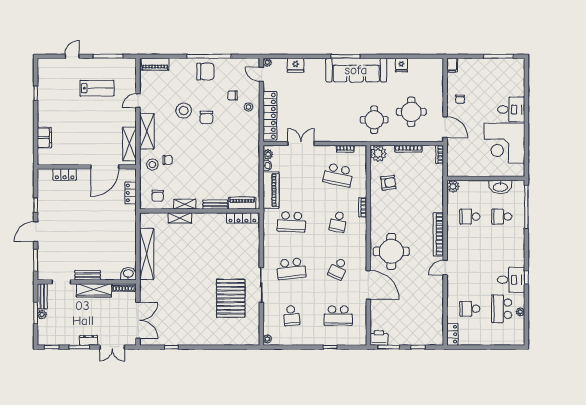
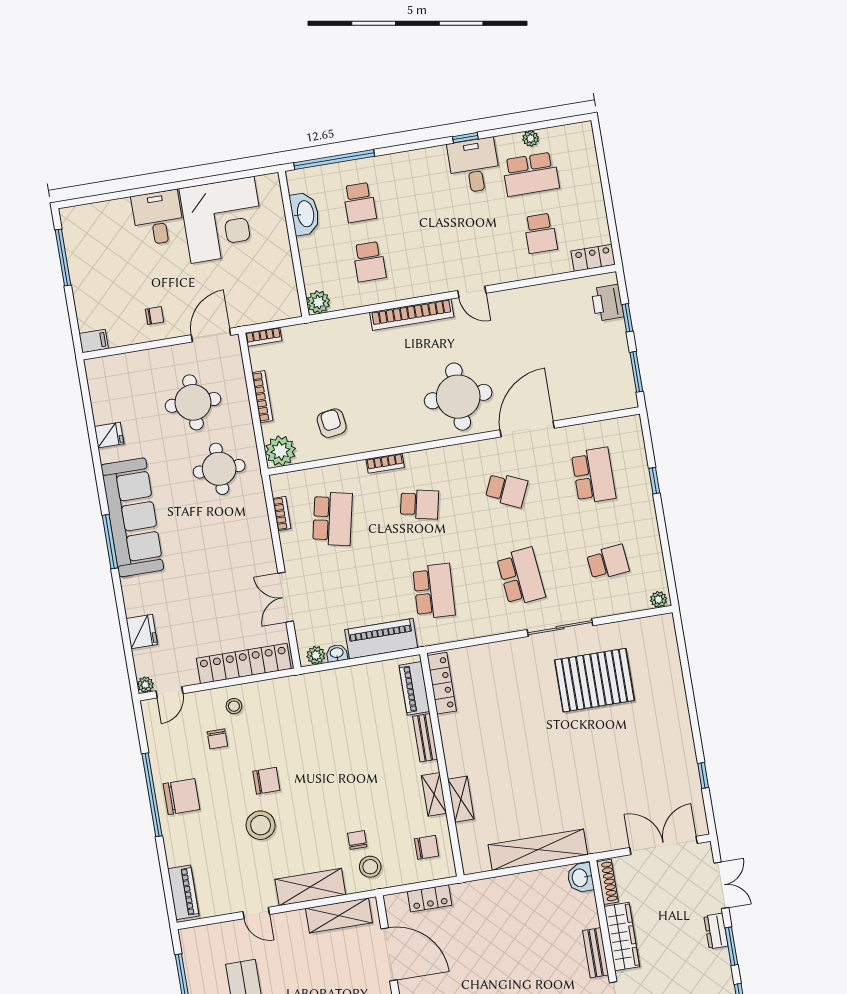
chair: (205, 72) -> (181, 797), turned 90
printer: (379, 338) -> (607, 303), moved

